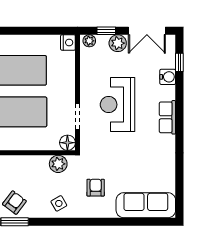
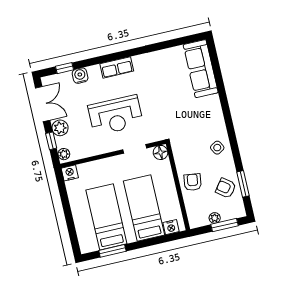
plant: (58, 164) -> (182, 156), removed
armchair: (96, 188) -> (193, 182), moved, turned 98

